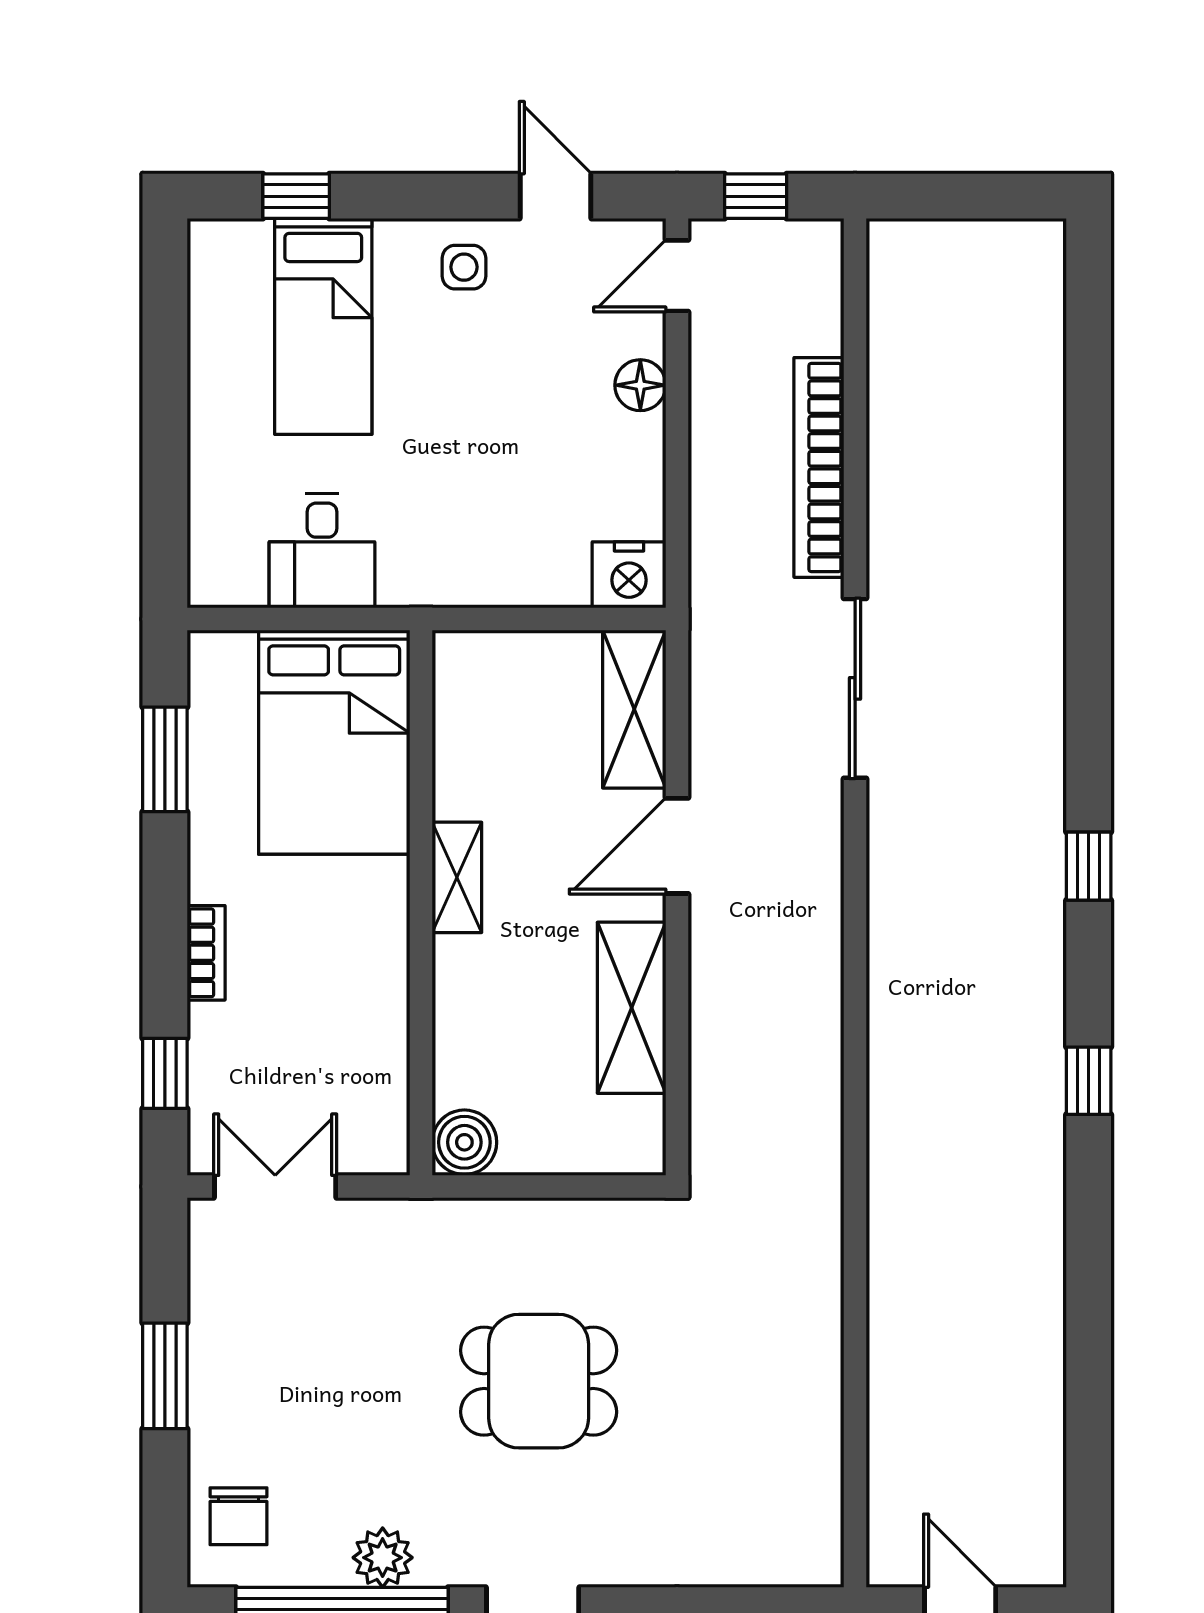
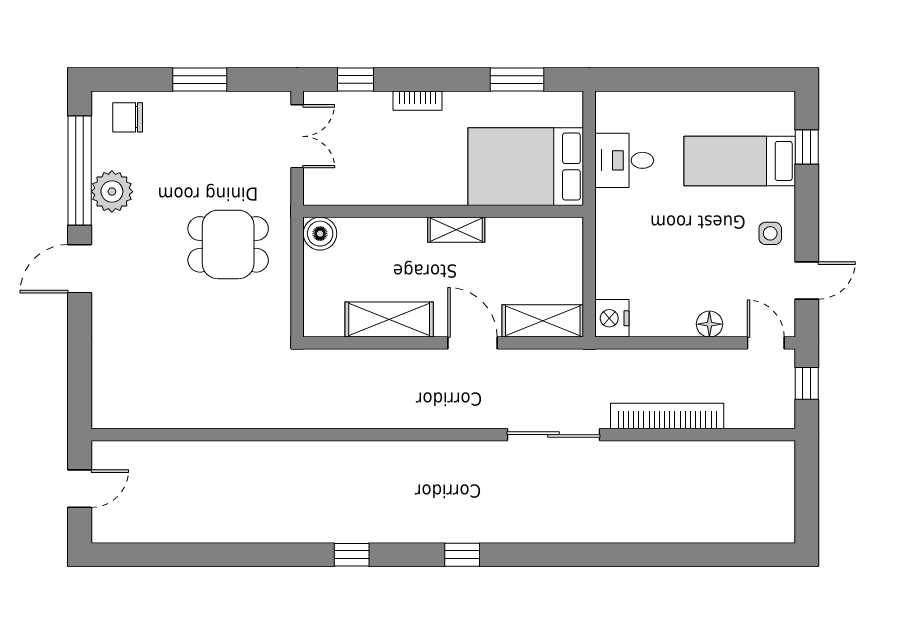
dining table: (539, 1381) -> (228, 244), moved, turned 90
plant: (383, 1558) -> (112, 192), width x1.36, depth x1.36

